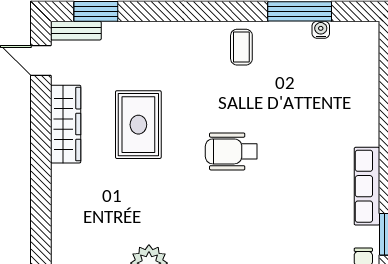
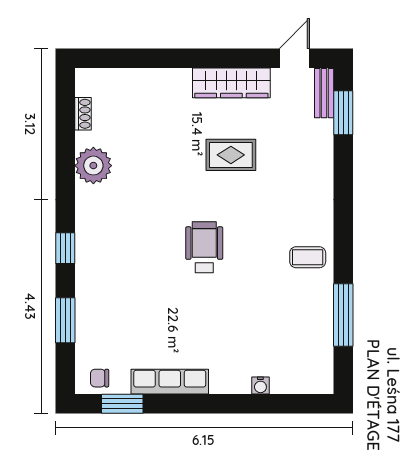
water cooler: (321, 30) -> (260, 386), moved, turned 90
rug: (138, 125) -> (231, 155), width x0.73, depth x0.70

